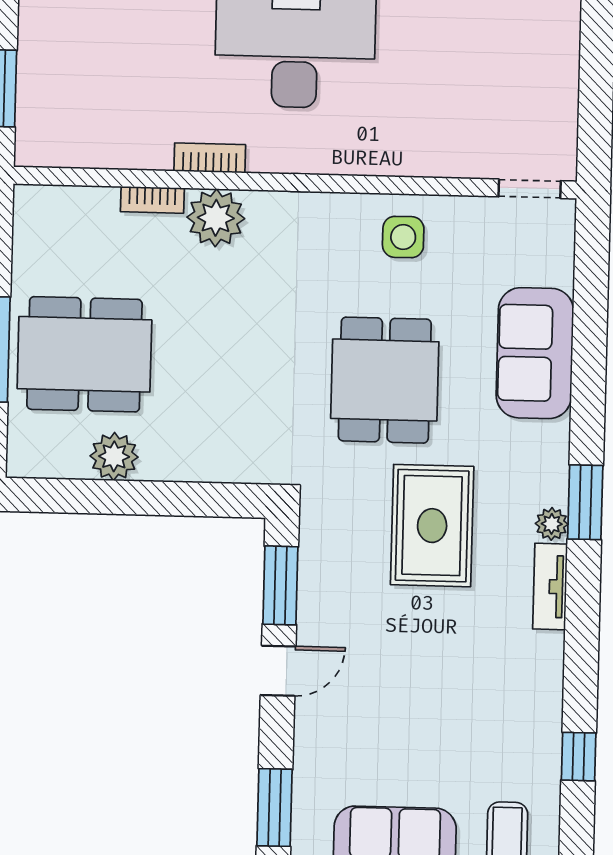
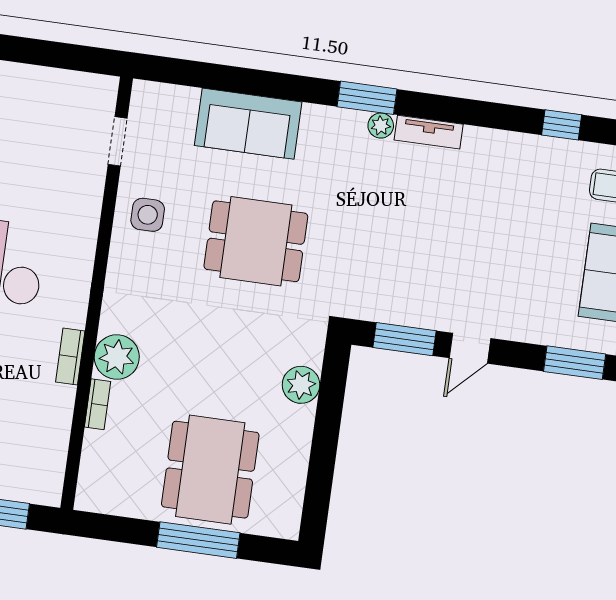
doorway: (530, 189) -> (118, 141), moved
plant: (114, 456) -> (301, 385), moved
rug: (432, 526) -> (372, 217), removed
door: (278, 671) -> (470, 348), swing flipped

